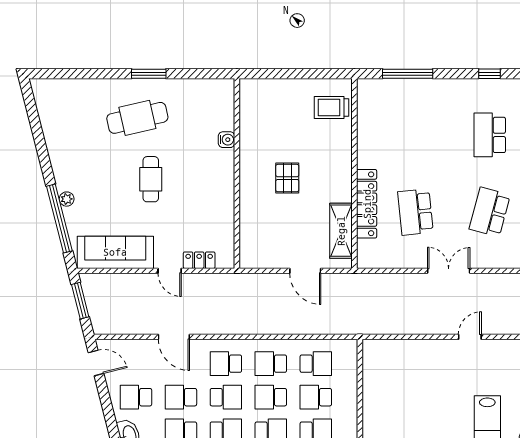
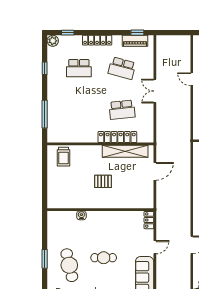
shelving: (341, 231) -> (125, 151), width x1.47
locker: (199, 260) -> (149, 220), moved

